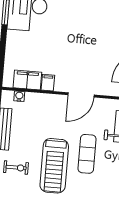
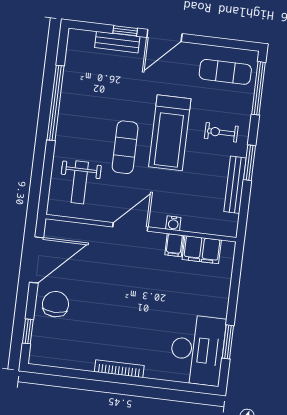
water cooler: (19, 96) -> (173, 223), moved
treadmill: (54, 166) -> (170, 133), turned 180

